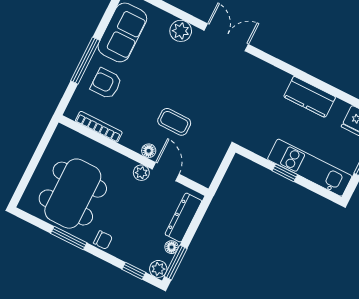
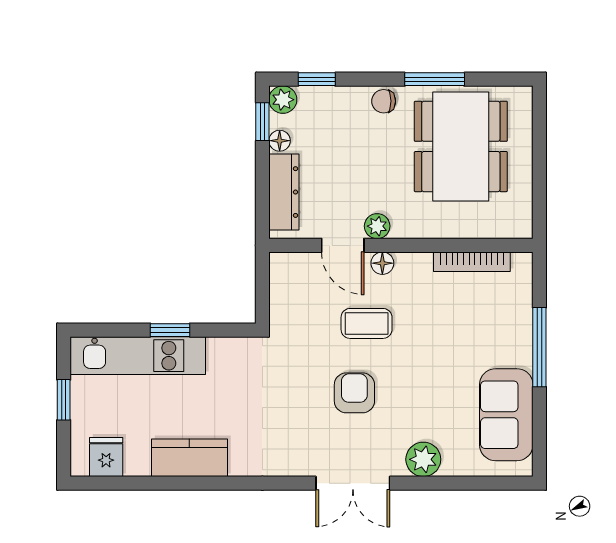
armchair: (106, 84) -> (354, 393), moved, turned -90
window: (176, 262) -> (262, 122), width x0.67

